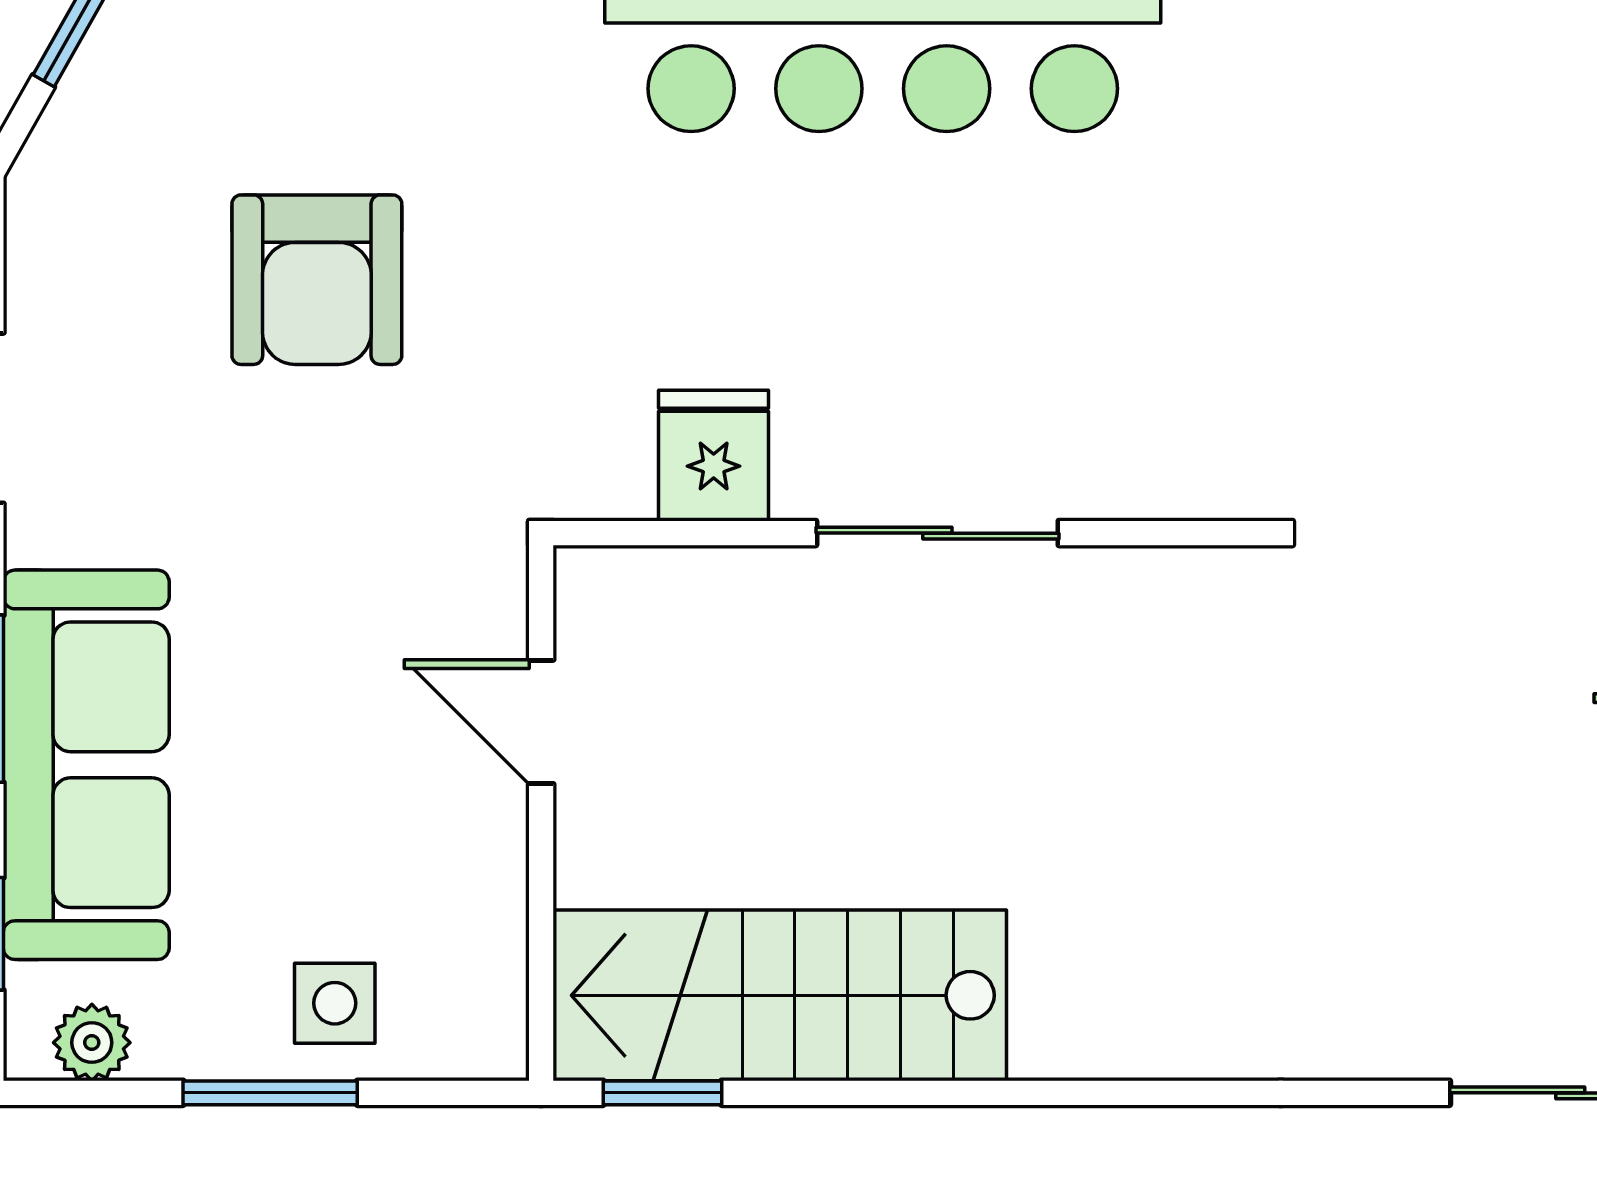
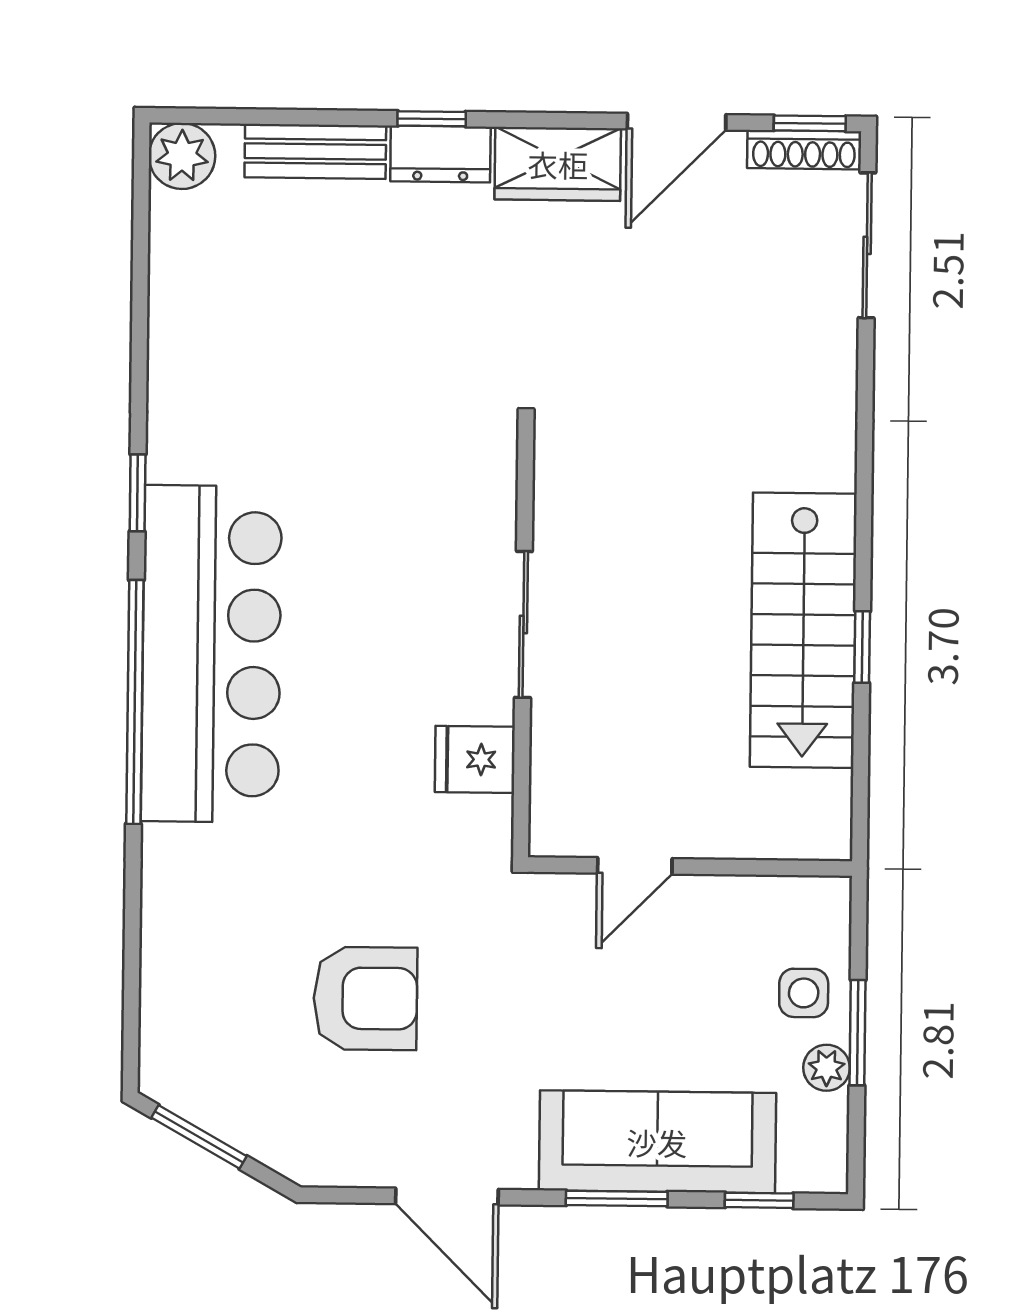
stairs: (780, 995) -> (803, 630), moved
plant: (92, 1043) -> (827, 1068), moved
window: (662, 1093) -> (862, 647), moved

